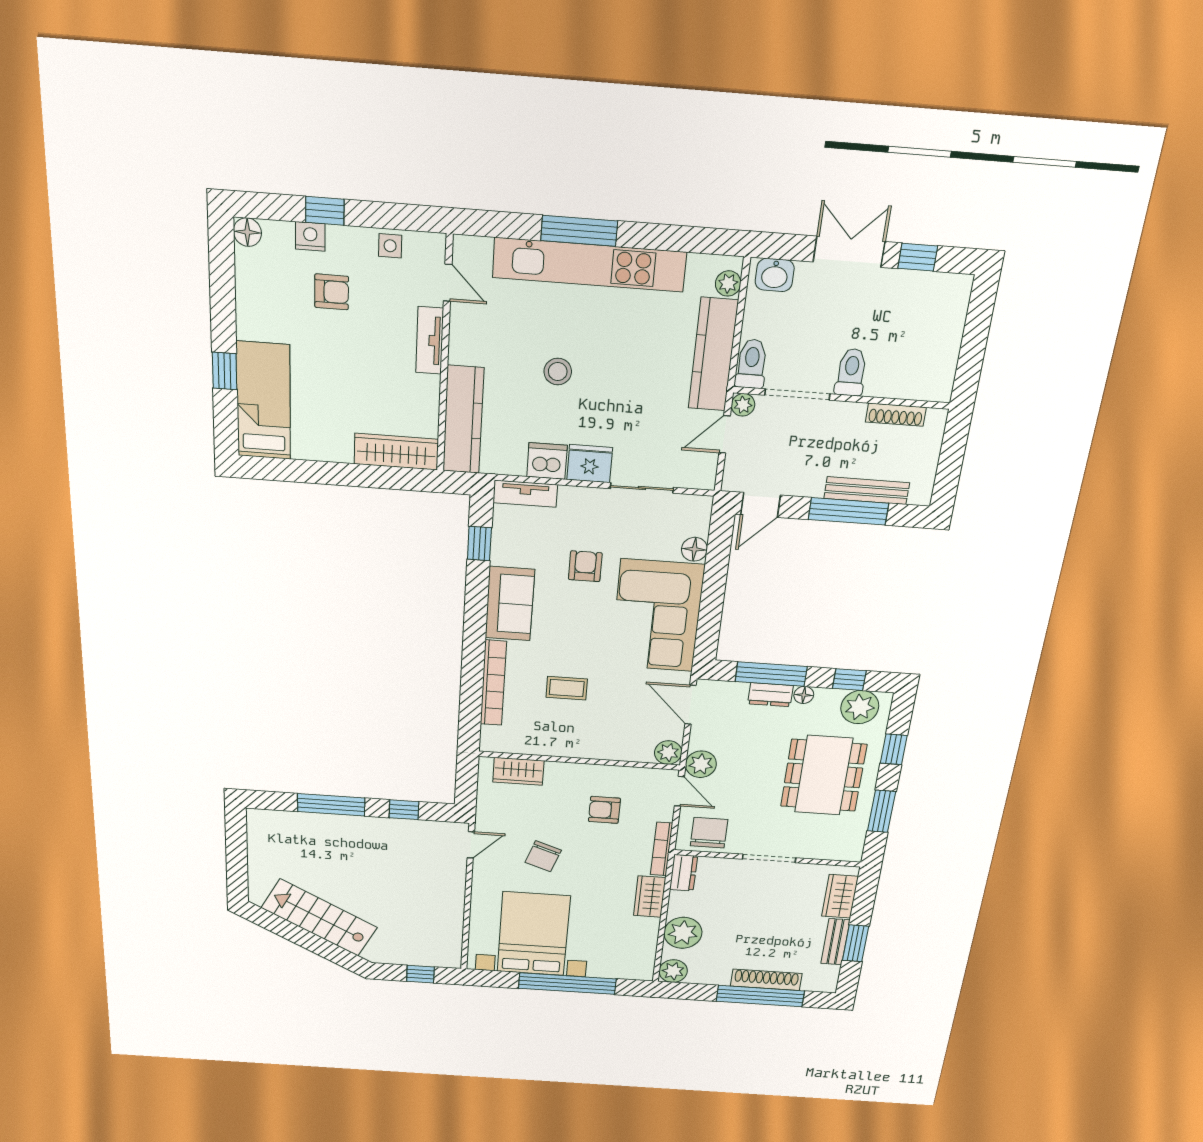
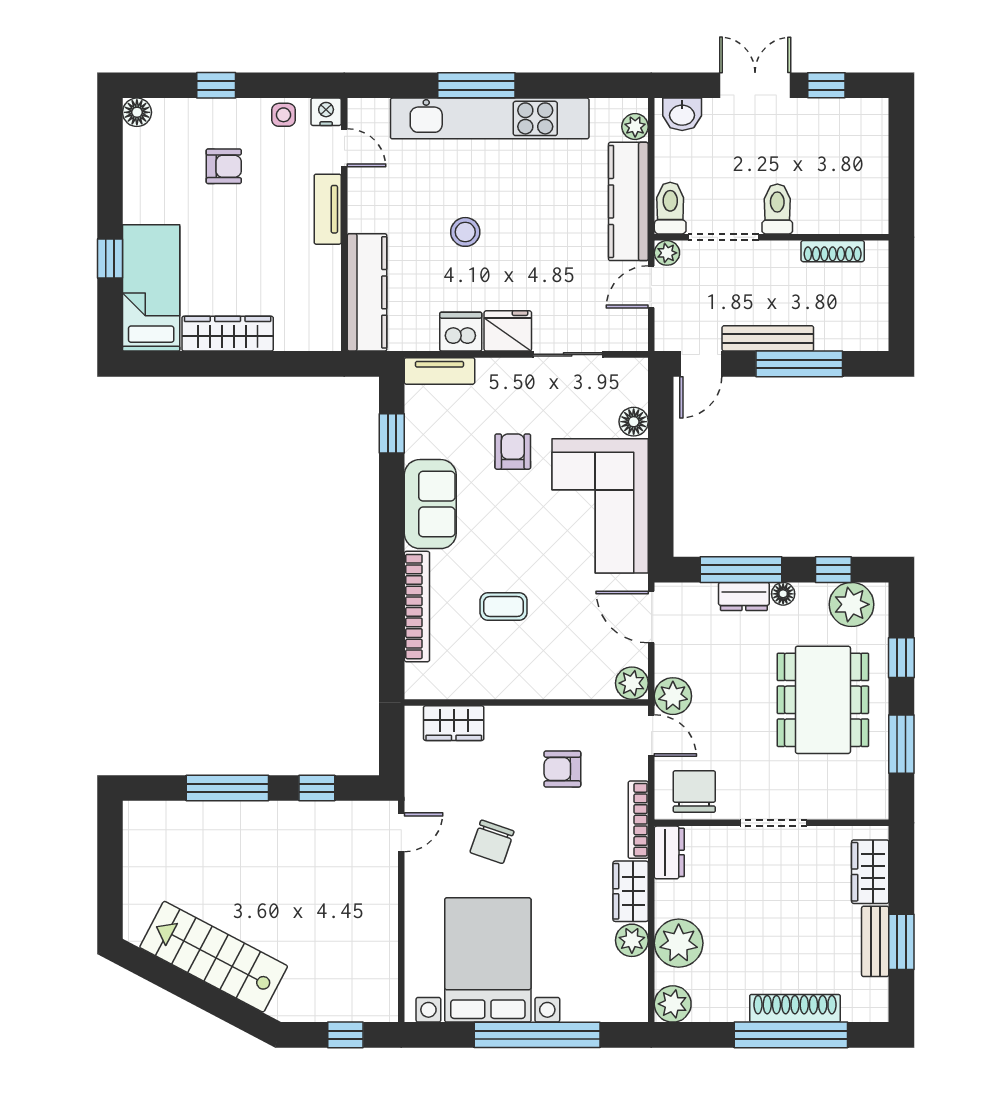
nightstand: (310, 236) -> (326, 112), moved
wardrobe: (396, 452) -> (228, 334), moved
bench: (867, 491) -> (768, 338), moved
plant: (647, 929) -> (632, 940), added

